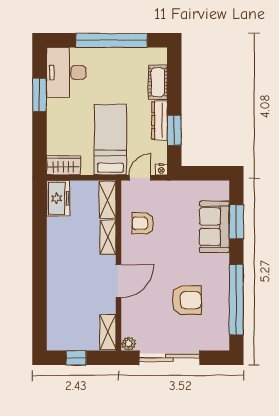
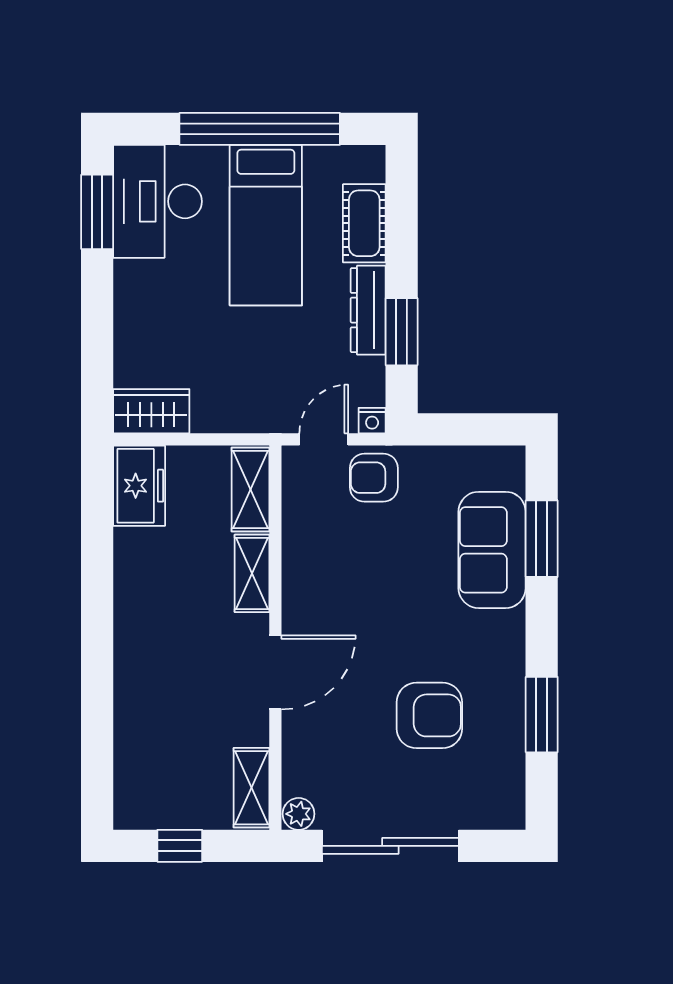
window: (40, 95) -> (97, 212), moved
bed: (110, 140) -> (266, 225), moved, turned 180
armchair: (143, 223) -> (374, 478), moved
window: (236, 300) -> (542, 715), width x0.47

